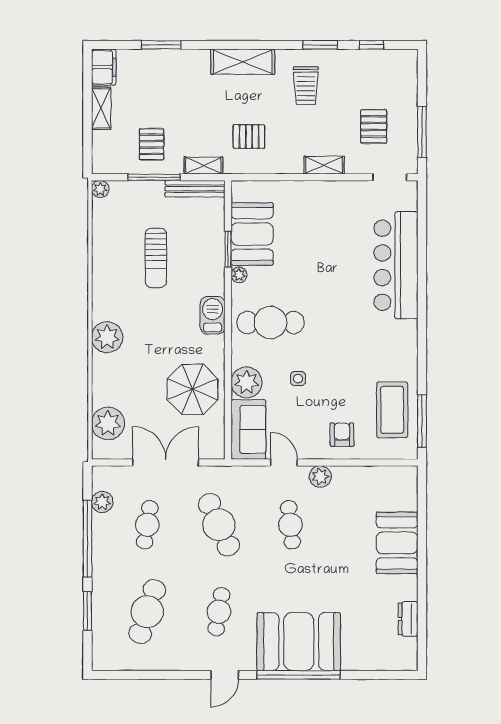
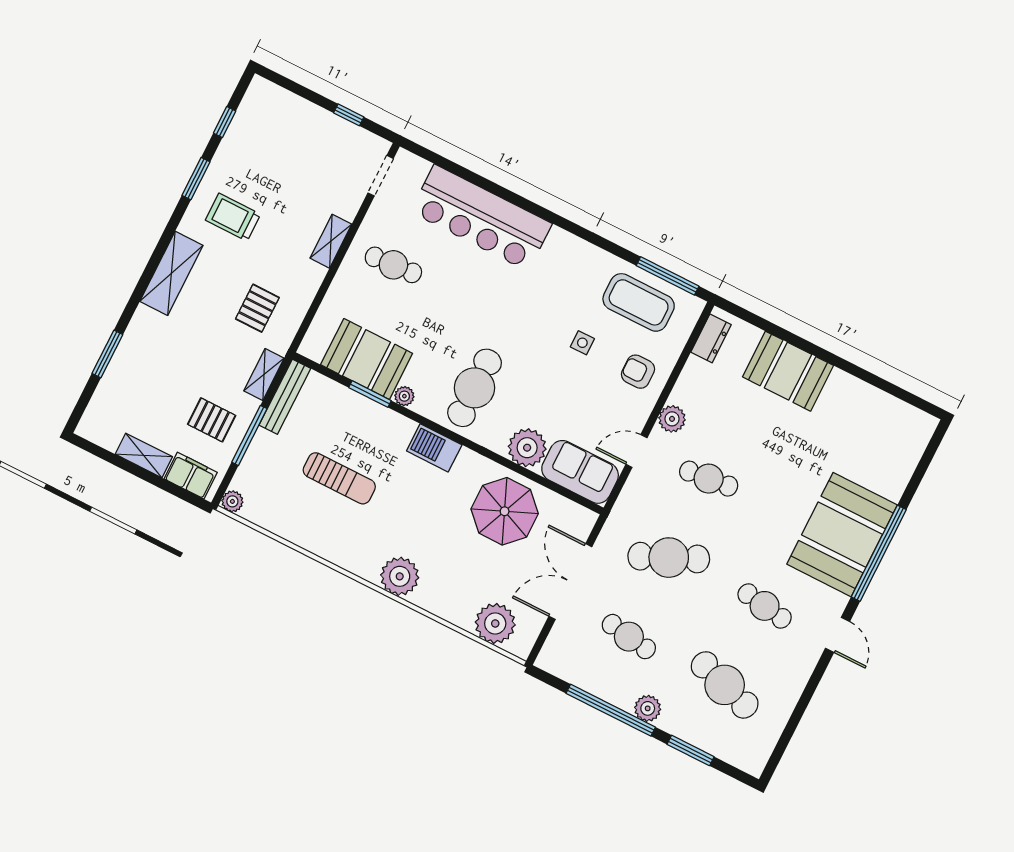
filing cabinet: (104, 67) -> (191, 476), moved
trolley: (306, 86) -> (233, 217), turned 180
pallet: (374, 126) -> (316, 165), removed
window: (422, 132) -> (349, 115), width x0.46
cafe table: (330, 219) -> (393, 265), added
side table: (298, 379) -> (582, 343), moved
plant: (102, 502) -> (648, 708), moved
dresser: (408, 619) -> (711, 338), moved, turned -90

